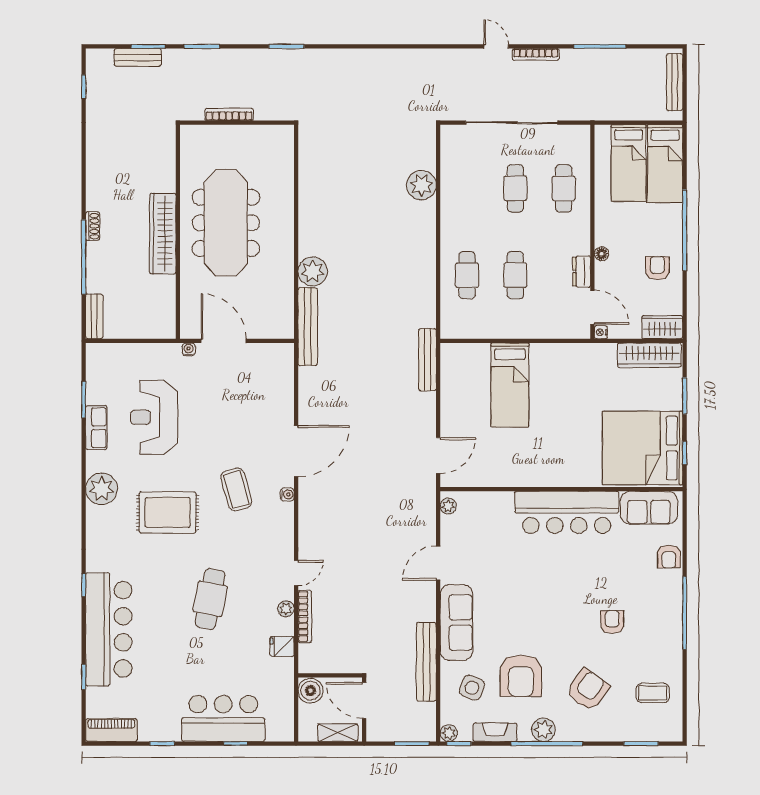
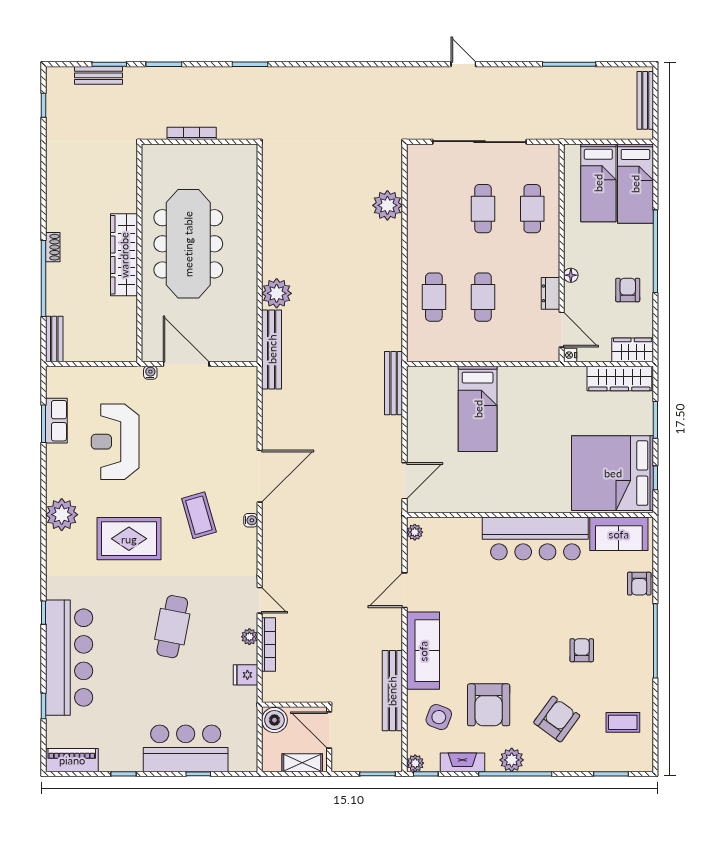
bookcase: (536, 54) -> (504, 72), removed
row of seats: (96, 428) -> (56, 421), moved
door: (296, 573) -> (260, 600), hinge flipped

